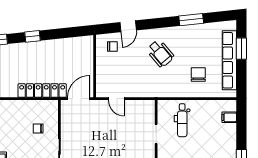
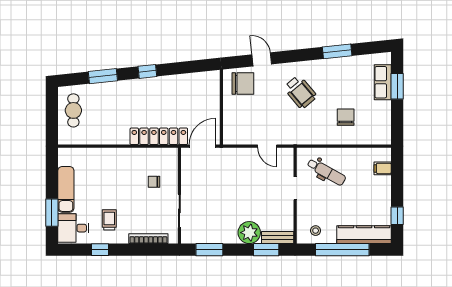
door: (128, 26) -> (262, 59), swing flipped
chair: (112, 46) -> (243, 84), width x1.87, depth x1.87
row of seats: (229, 60) -> (383, 82), width x0.50
door: (116, 99) -> (267, 146), moved
dental chair: (182, 120) -> (326, 172), turned -61

